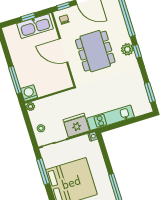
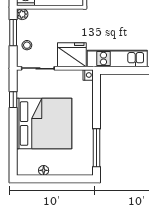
window: (28, 122) -> (13, 33), added
window: (43, 171) -> (13, 100), width x0.46

